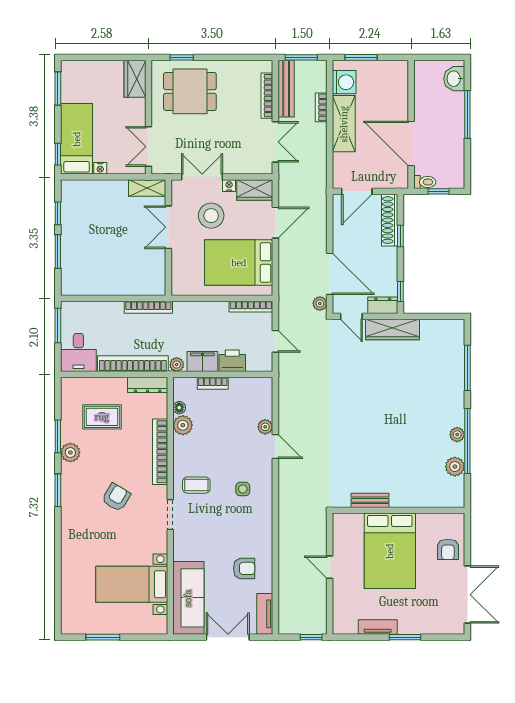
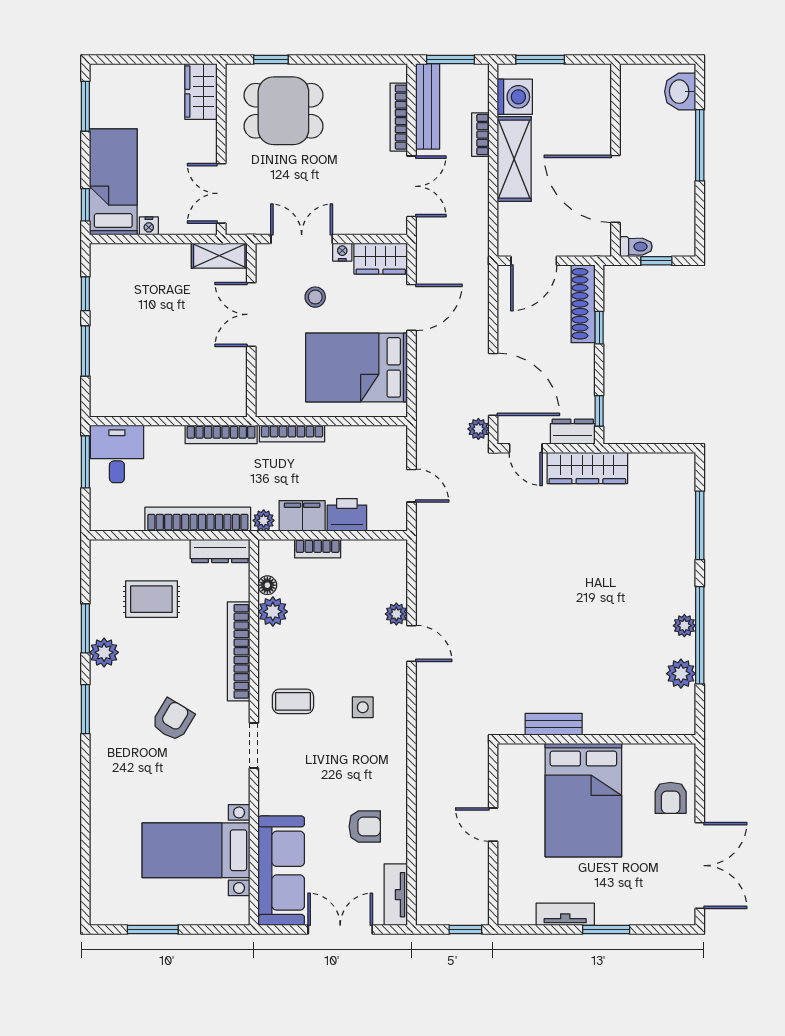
stool: (211, 216) -> (315, 297), width x0.53, depth x0.53
bookcase: (251, 307) -> (292, 434), moved
desk: (78, 352) -> (117, 454), moved, turned 180

